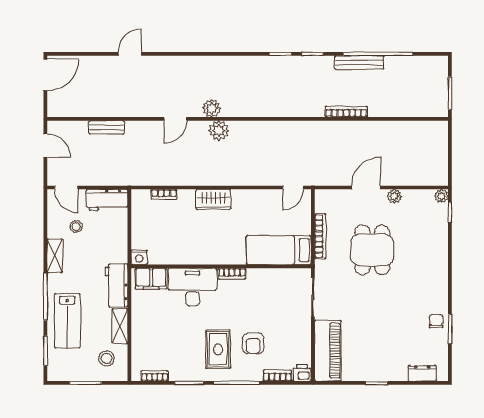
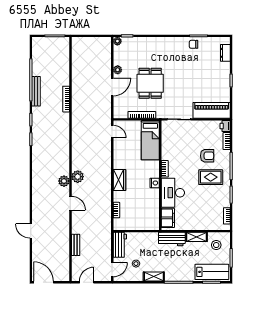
door: (366, 188) -> (112, 87), swing flipped
dining table: (372, 250) -> (150, 83), turned 90
nightstand: (139, 257) -> (155, 183), moved
lab bench: (67, 321) -> (212, 272), moved

